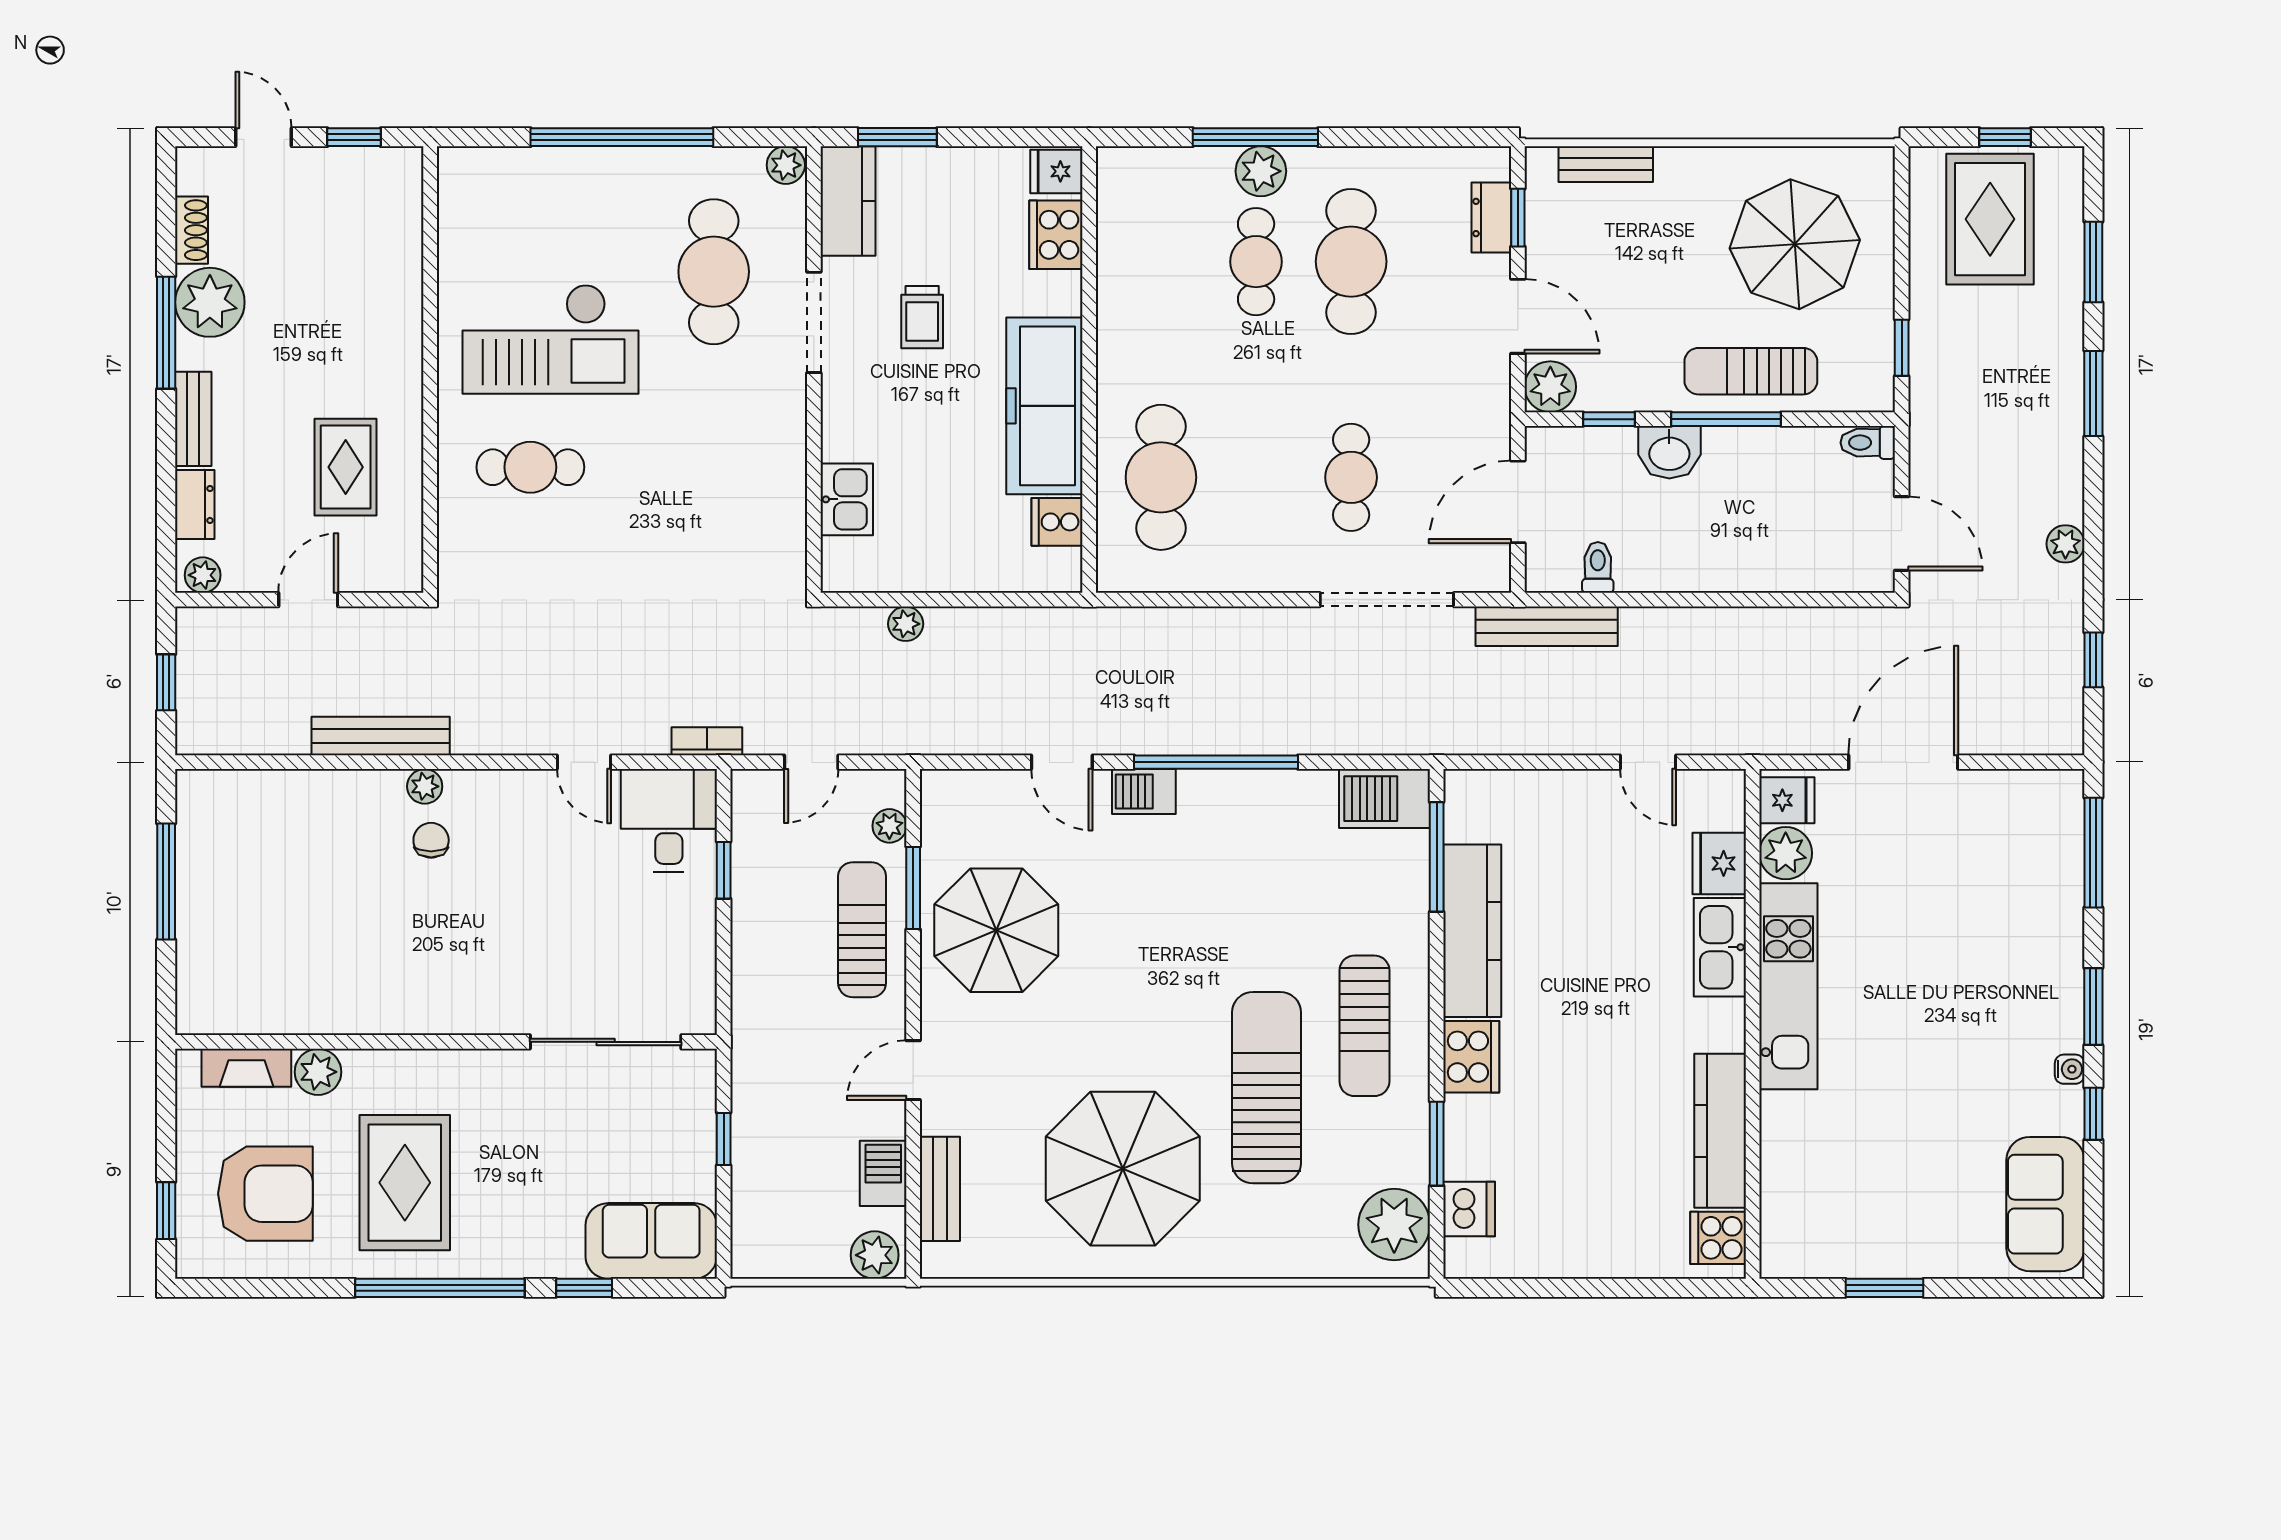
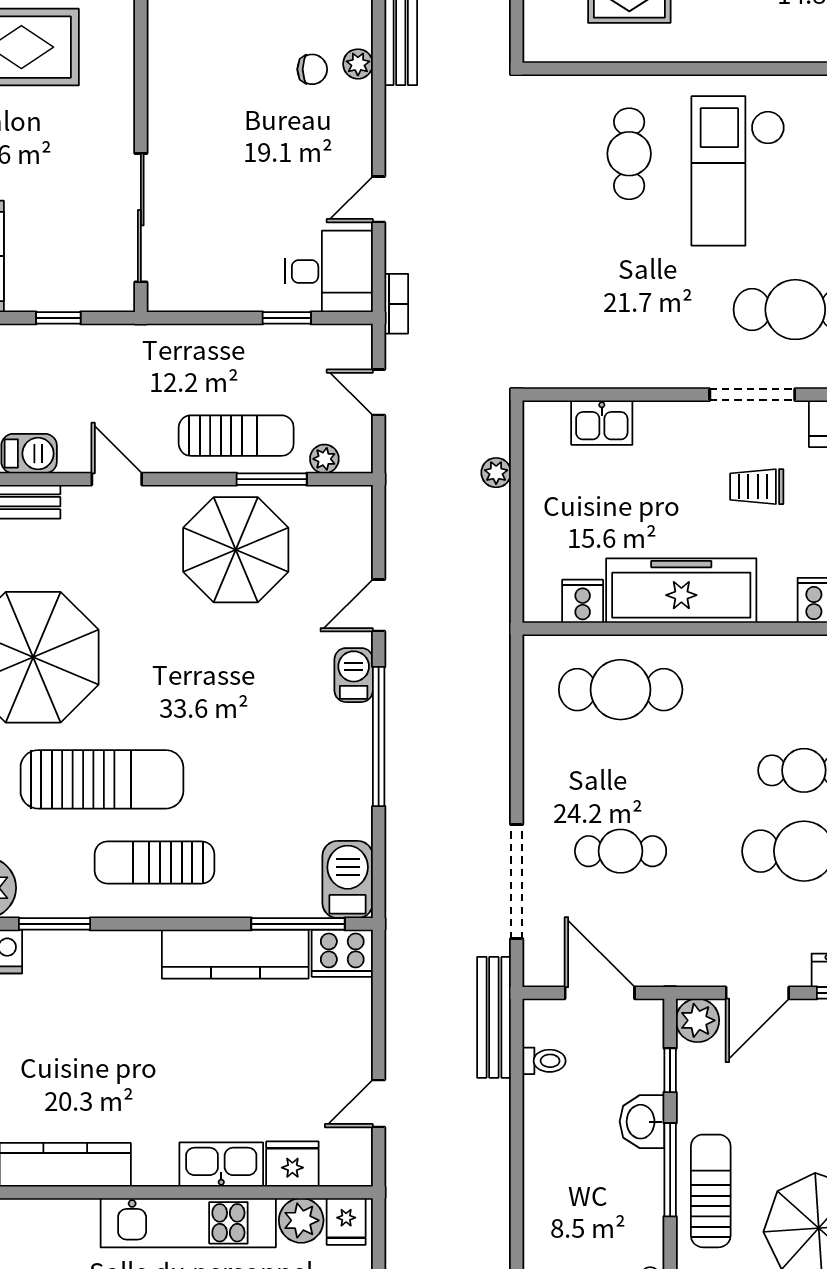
cooker: (1471, 1057) -> (342, 953), moved

